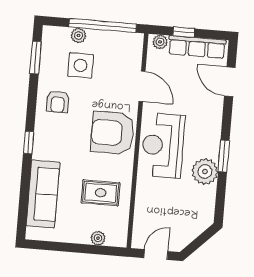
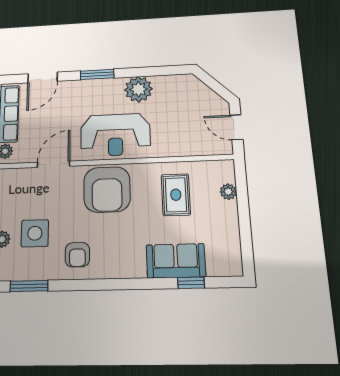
armchair: (58, 102) -> (77, 255), turned 90
window: (29, 143) -> (191, 283), moved
window: (224, 156) -> (97, 74), moved
sofa: (43, 194) -> (176, 261), width x0.73

